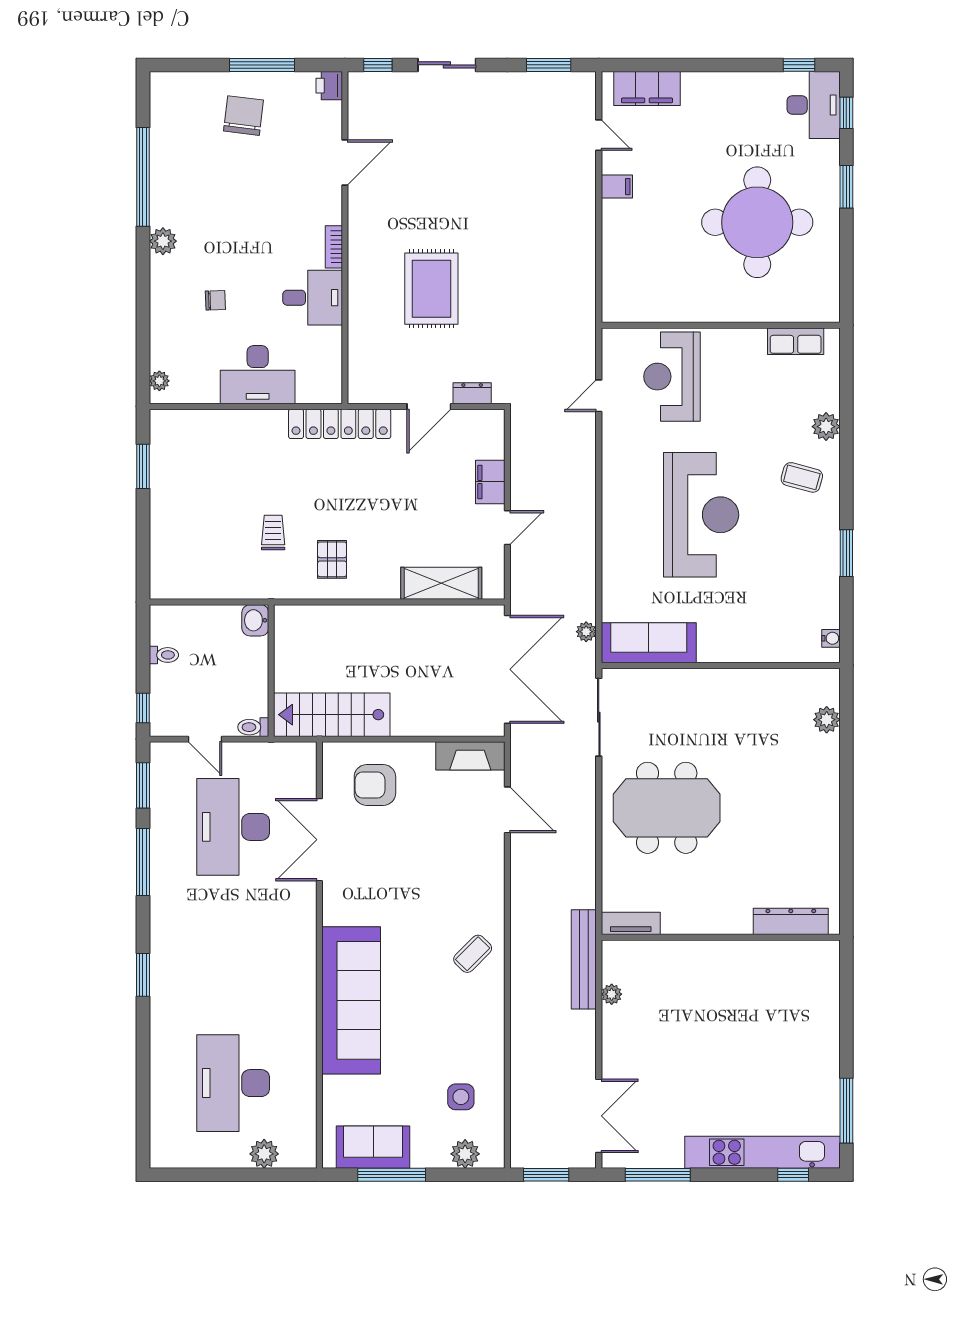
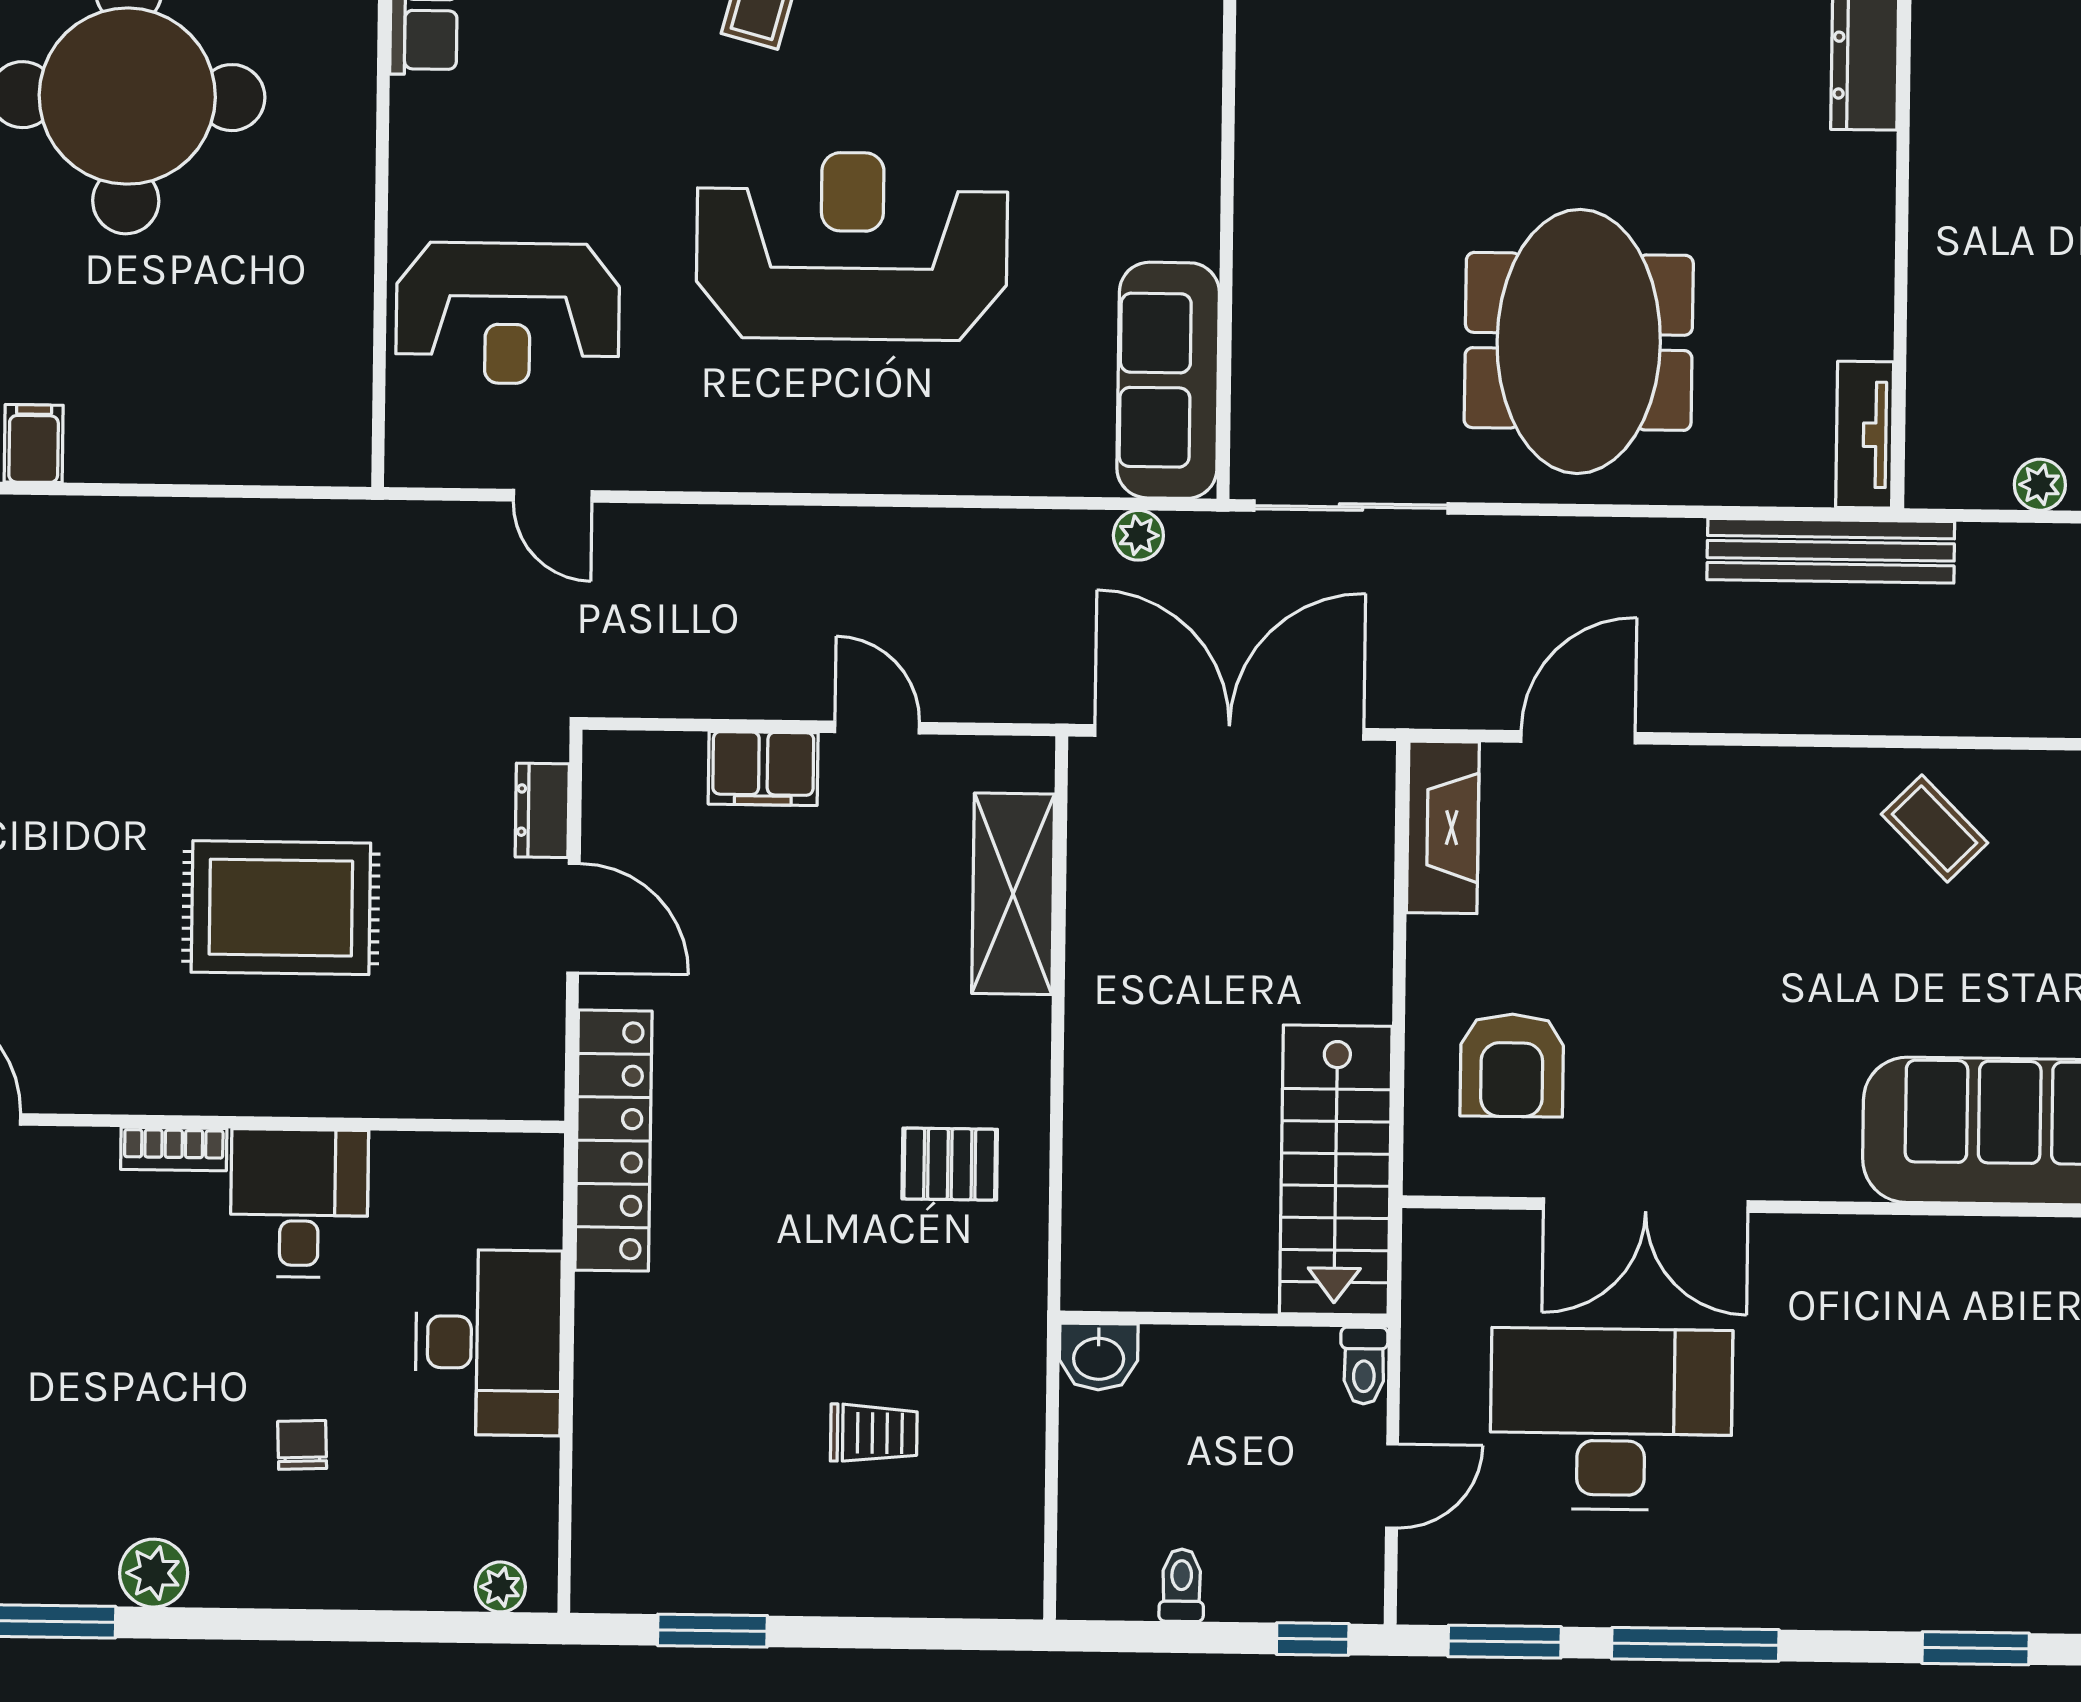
trolley: (273, 532) -> (874, 1433), moved, turned 180
desk: (233, 827) -> (1611, 1419), turned 180
bench: (584, 959) -> (1831, 551), moved

